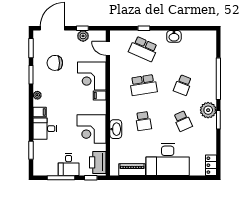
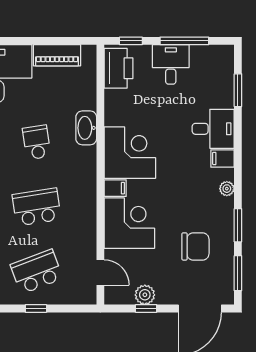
school desk: (143, 49) -> (37, 272), turned -45
corner desk: (91, 129) -> (130, 153), moved

